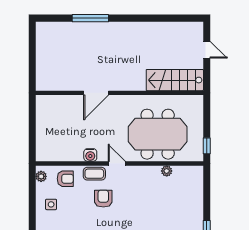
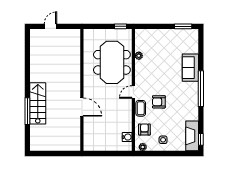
stairs: (175, 80) -> (38, 103), moved, turned 180
water cooler: (90, 155) -> (127, 137), moved

